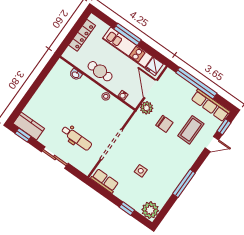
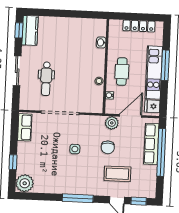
cafe table: (100, 71) -> (122, 72), moved
row of seats: (211, 105) -> (151, 144), moved
side table: (141, 171) -> (75, 149), moved
window: (184, 183) -> (78, 198), moved

